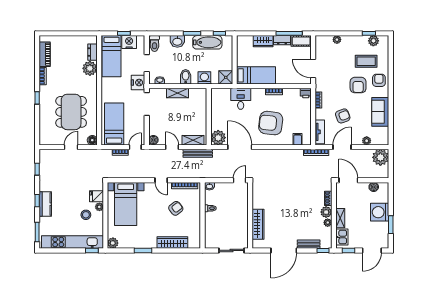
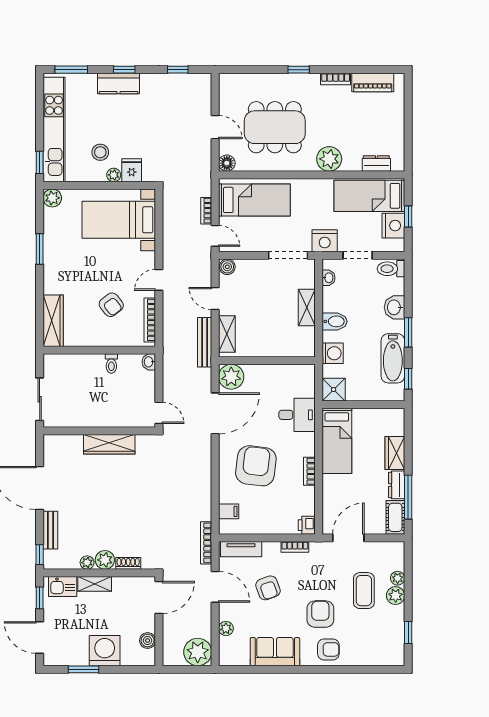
plant: (373, 41) -> (396, 596), moved
coffee table: (366, 61) -> (364, 591), moved
plant: (90, 68) -> (329, 159), moved
armchair: (358, 85) -> (320, 614), turned 90
door: (172, 147) -> (215, 299), swing flipped
wardrobe: (258, 224) -> (109, 444), moved
wardrobe: (172, 243) -> (53, 321), moved

